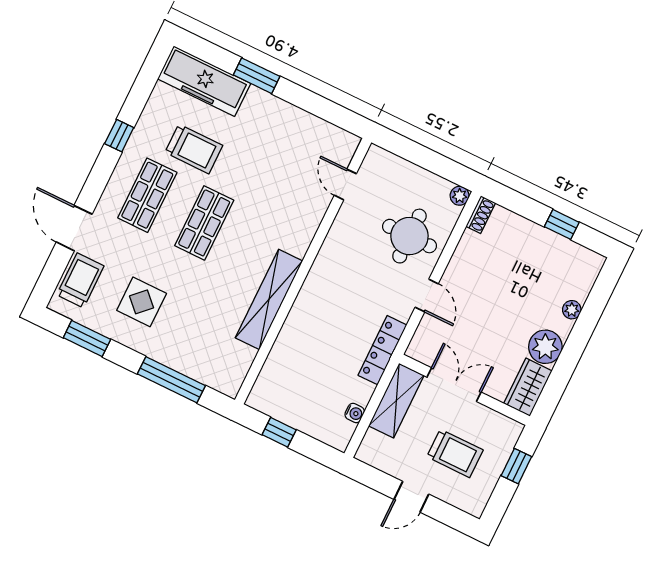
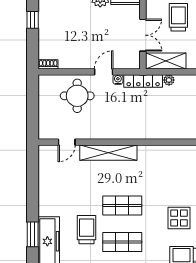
window: (257, 76) -> (33, 234), moved
plant: (460, 196) -> (169, 80), moved
shelving: (269, 299) -> (108, 153), moved
double door: (454, 385) -> (143, 35), swing flipped
water cooler: (355, 413) -> (118, 79), moved

